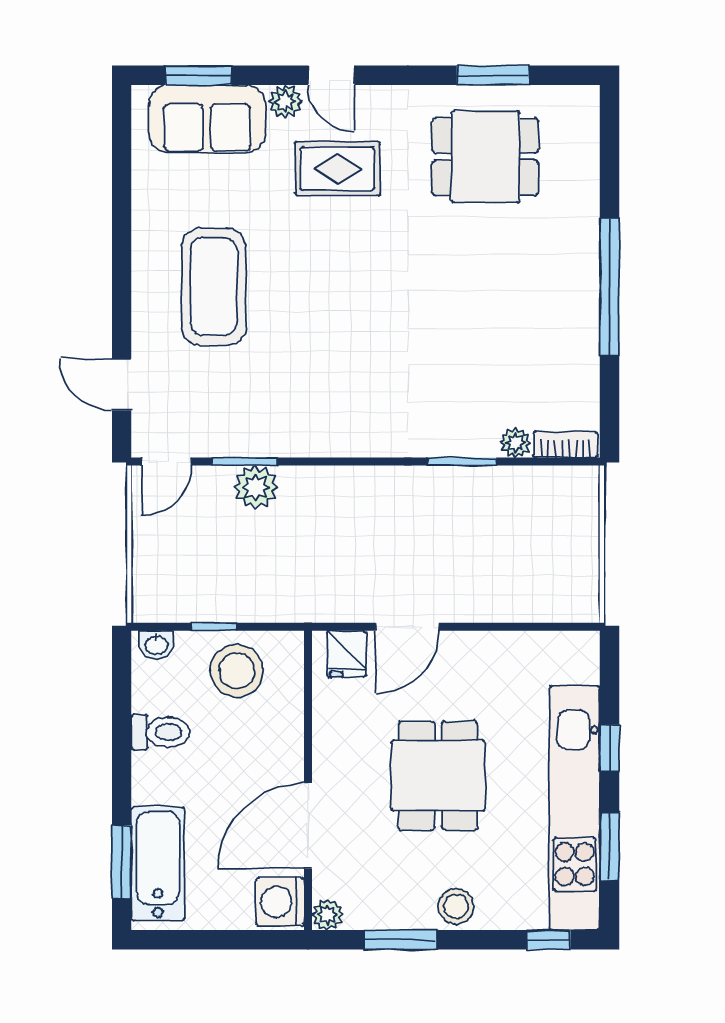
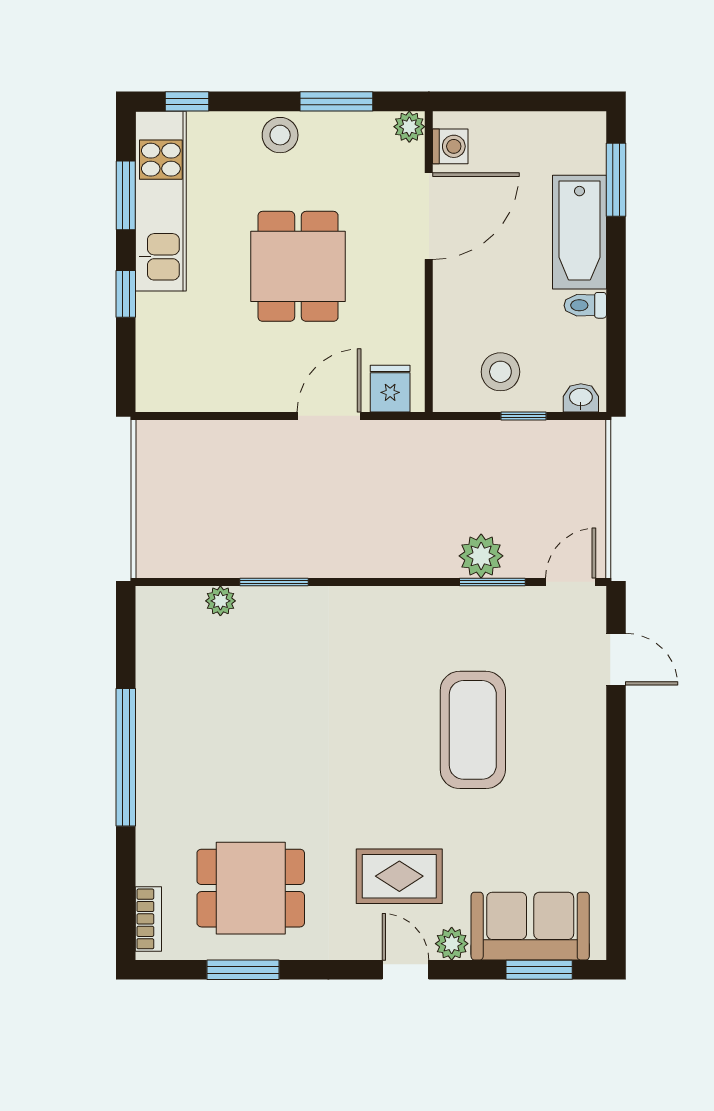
coffee table: (214, 287) -> (473, 730), moved
bookcase: (566, 445) -> (148, 919), moved, turned -90
stool: (237, 671) -> (500, 372), width x0.73, depth x0.73
toilet: (160, 732) -> (585, 305), width x0.73, depth x0.72
kitchen unit: (575, 808) -> (161, 201), width x0.73
bathtub: (158, 864) -> (579, 232), moved
washing machine: (280, 902) -> (450, 146), width x0.73, depth x0.73

